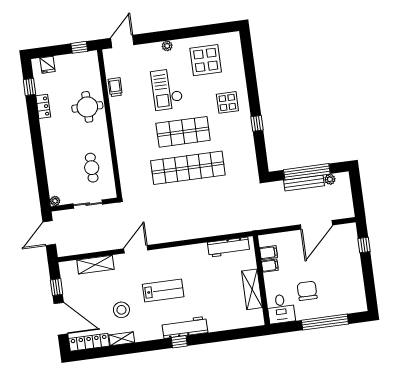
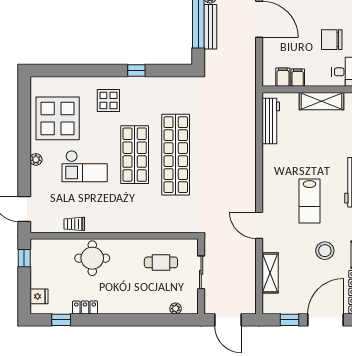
display table: (206, 60) -> (58, 118), width x1.36, depth x1.36
plant: (55, 201) -> (176, 309), moved
lab bench: (163, 290) -> (309, 201), turned 180

